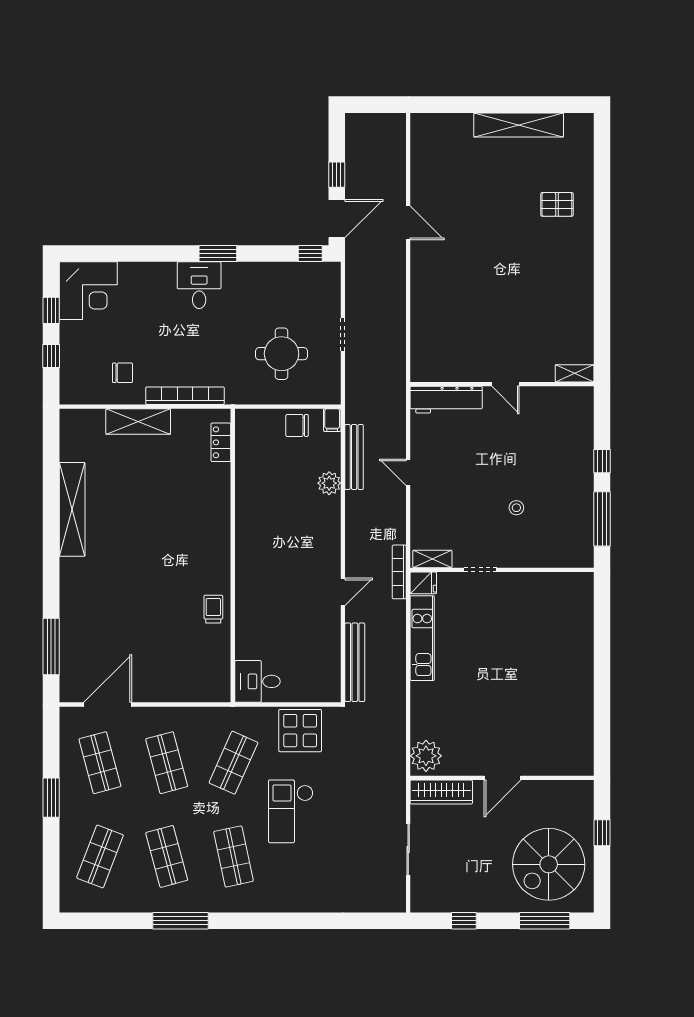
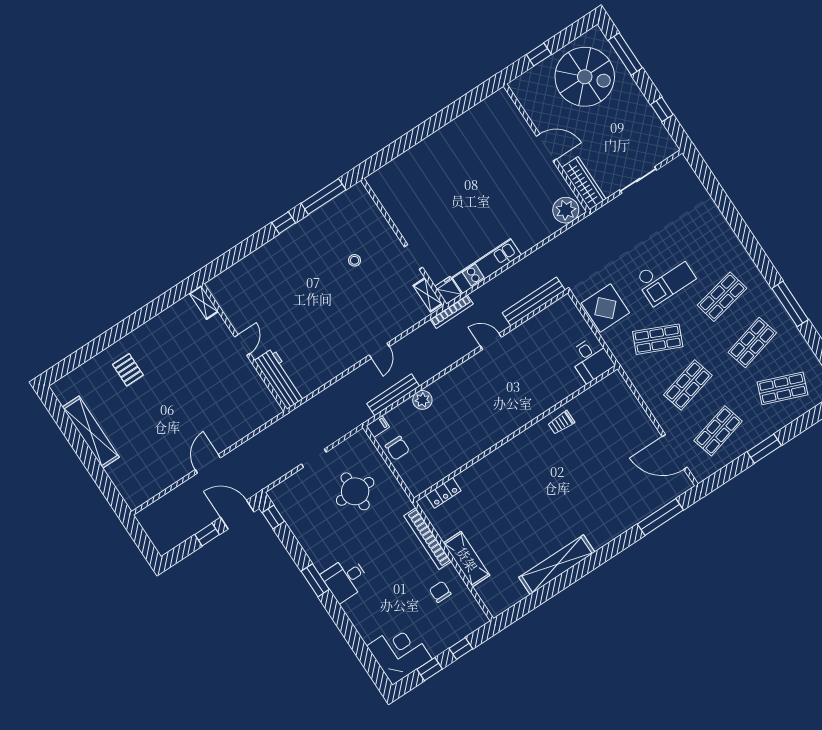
shelving: (575, 373) -> (204, 302), moved
wall: (502, 384) -> (244, 347), moved
door: (505, 384) -> (242, 345), moved
workbench: (446, 400) -> (280, 379), moved

